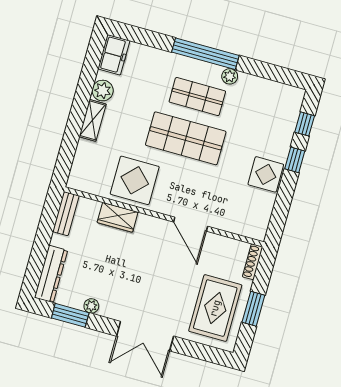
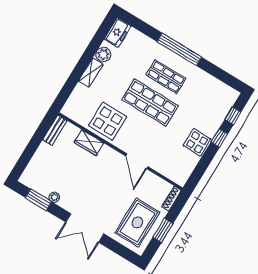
plant: (230, 76) -> (192, 69), removed
dresser: (51, 274) -> (33, 168), removed

